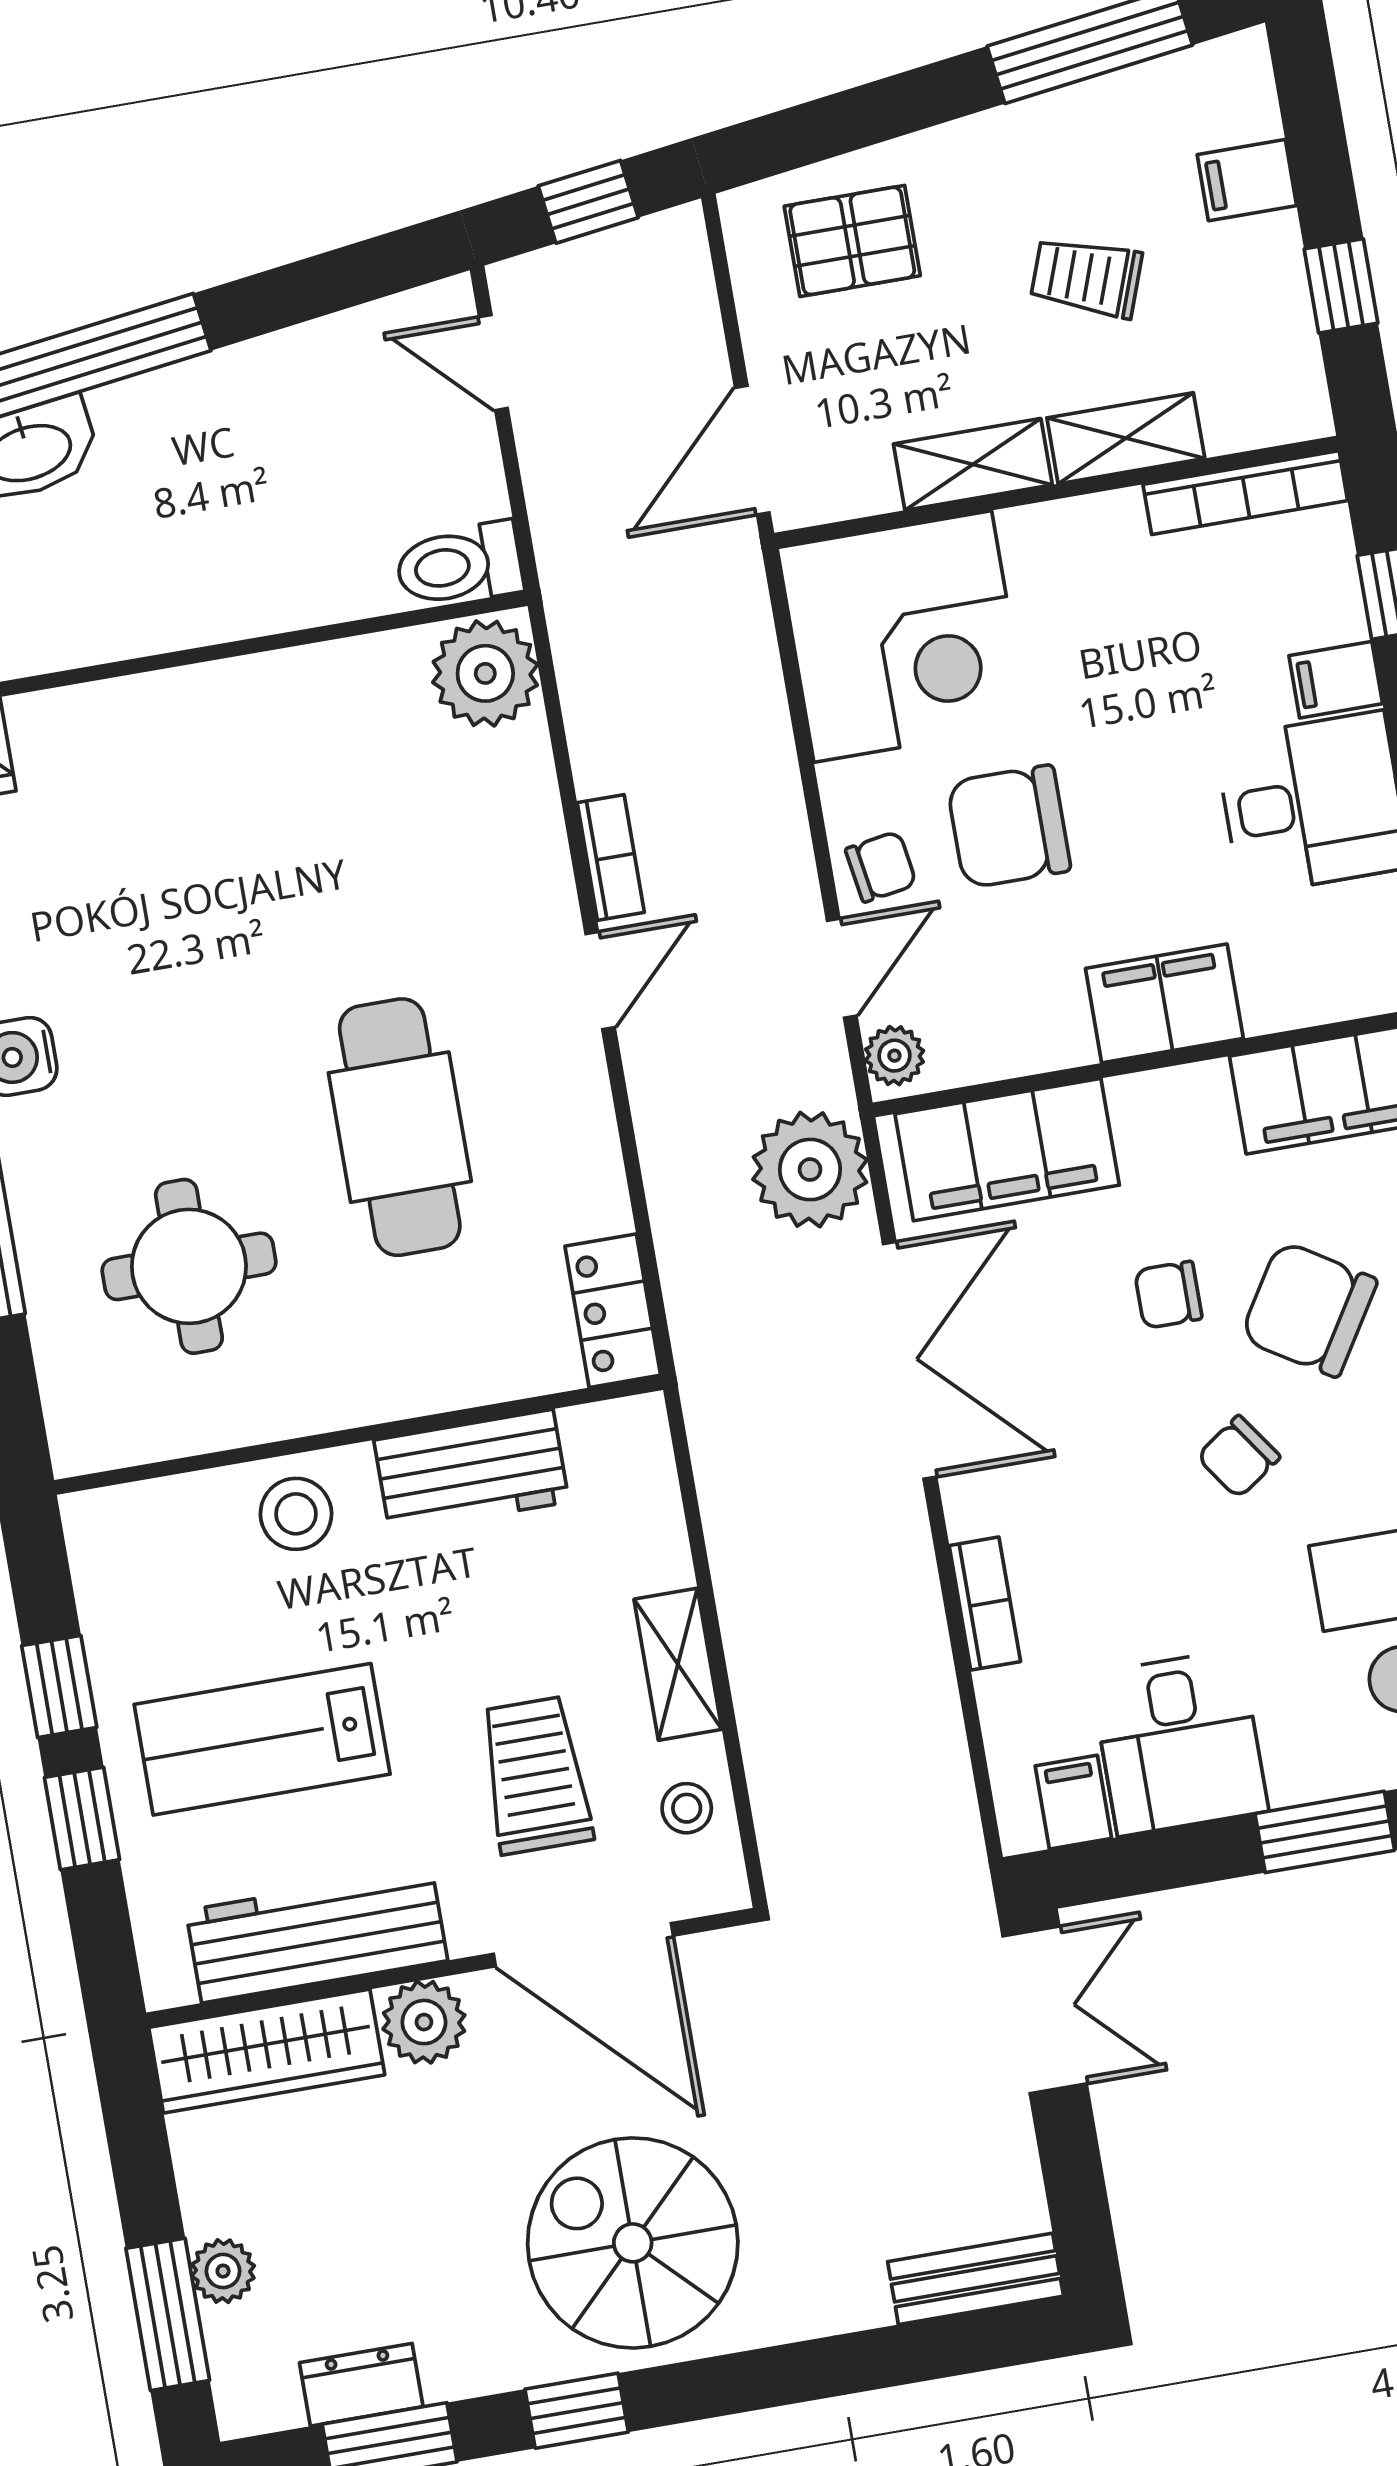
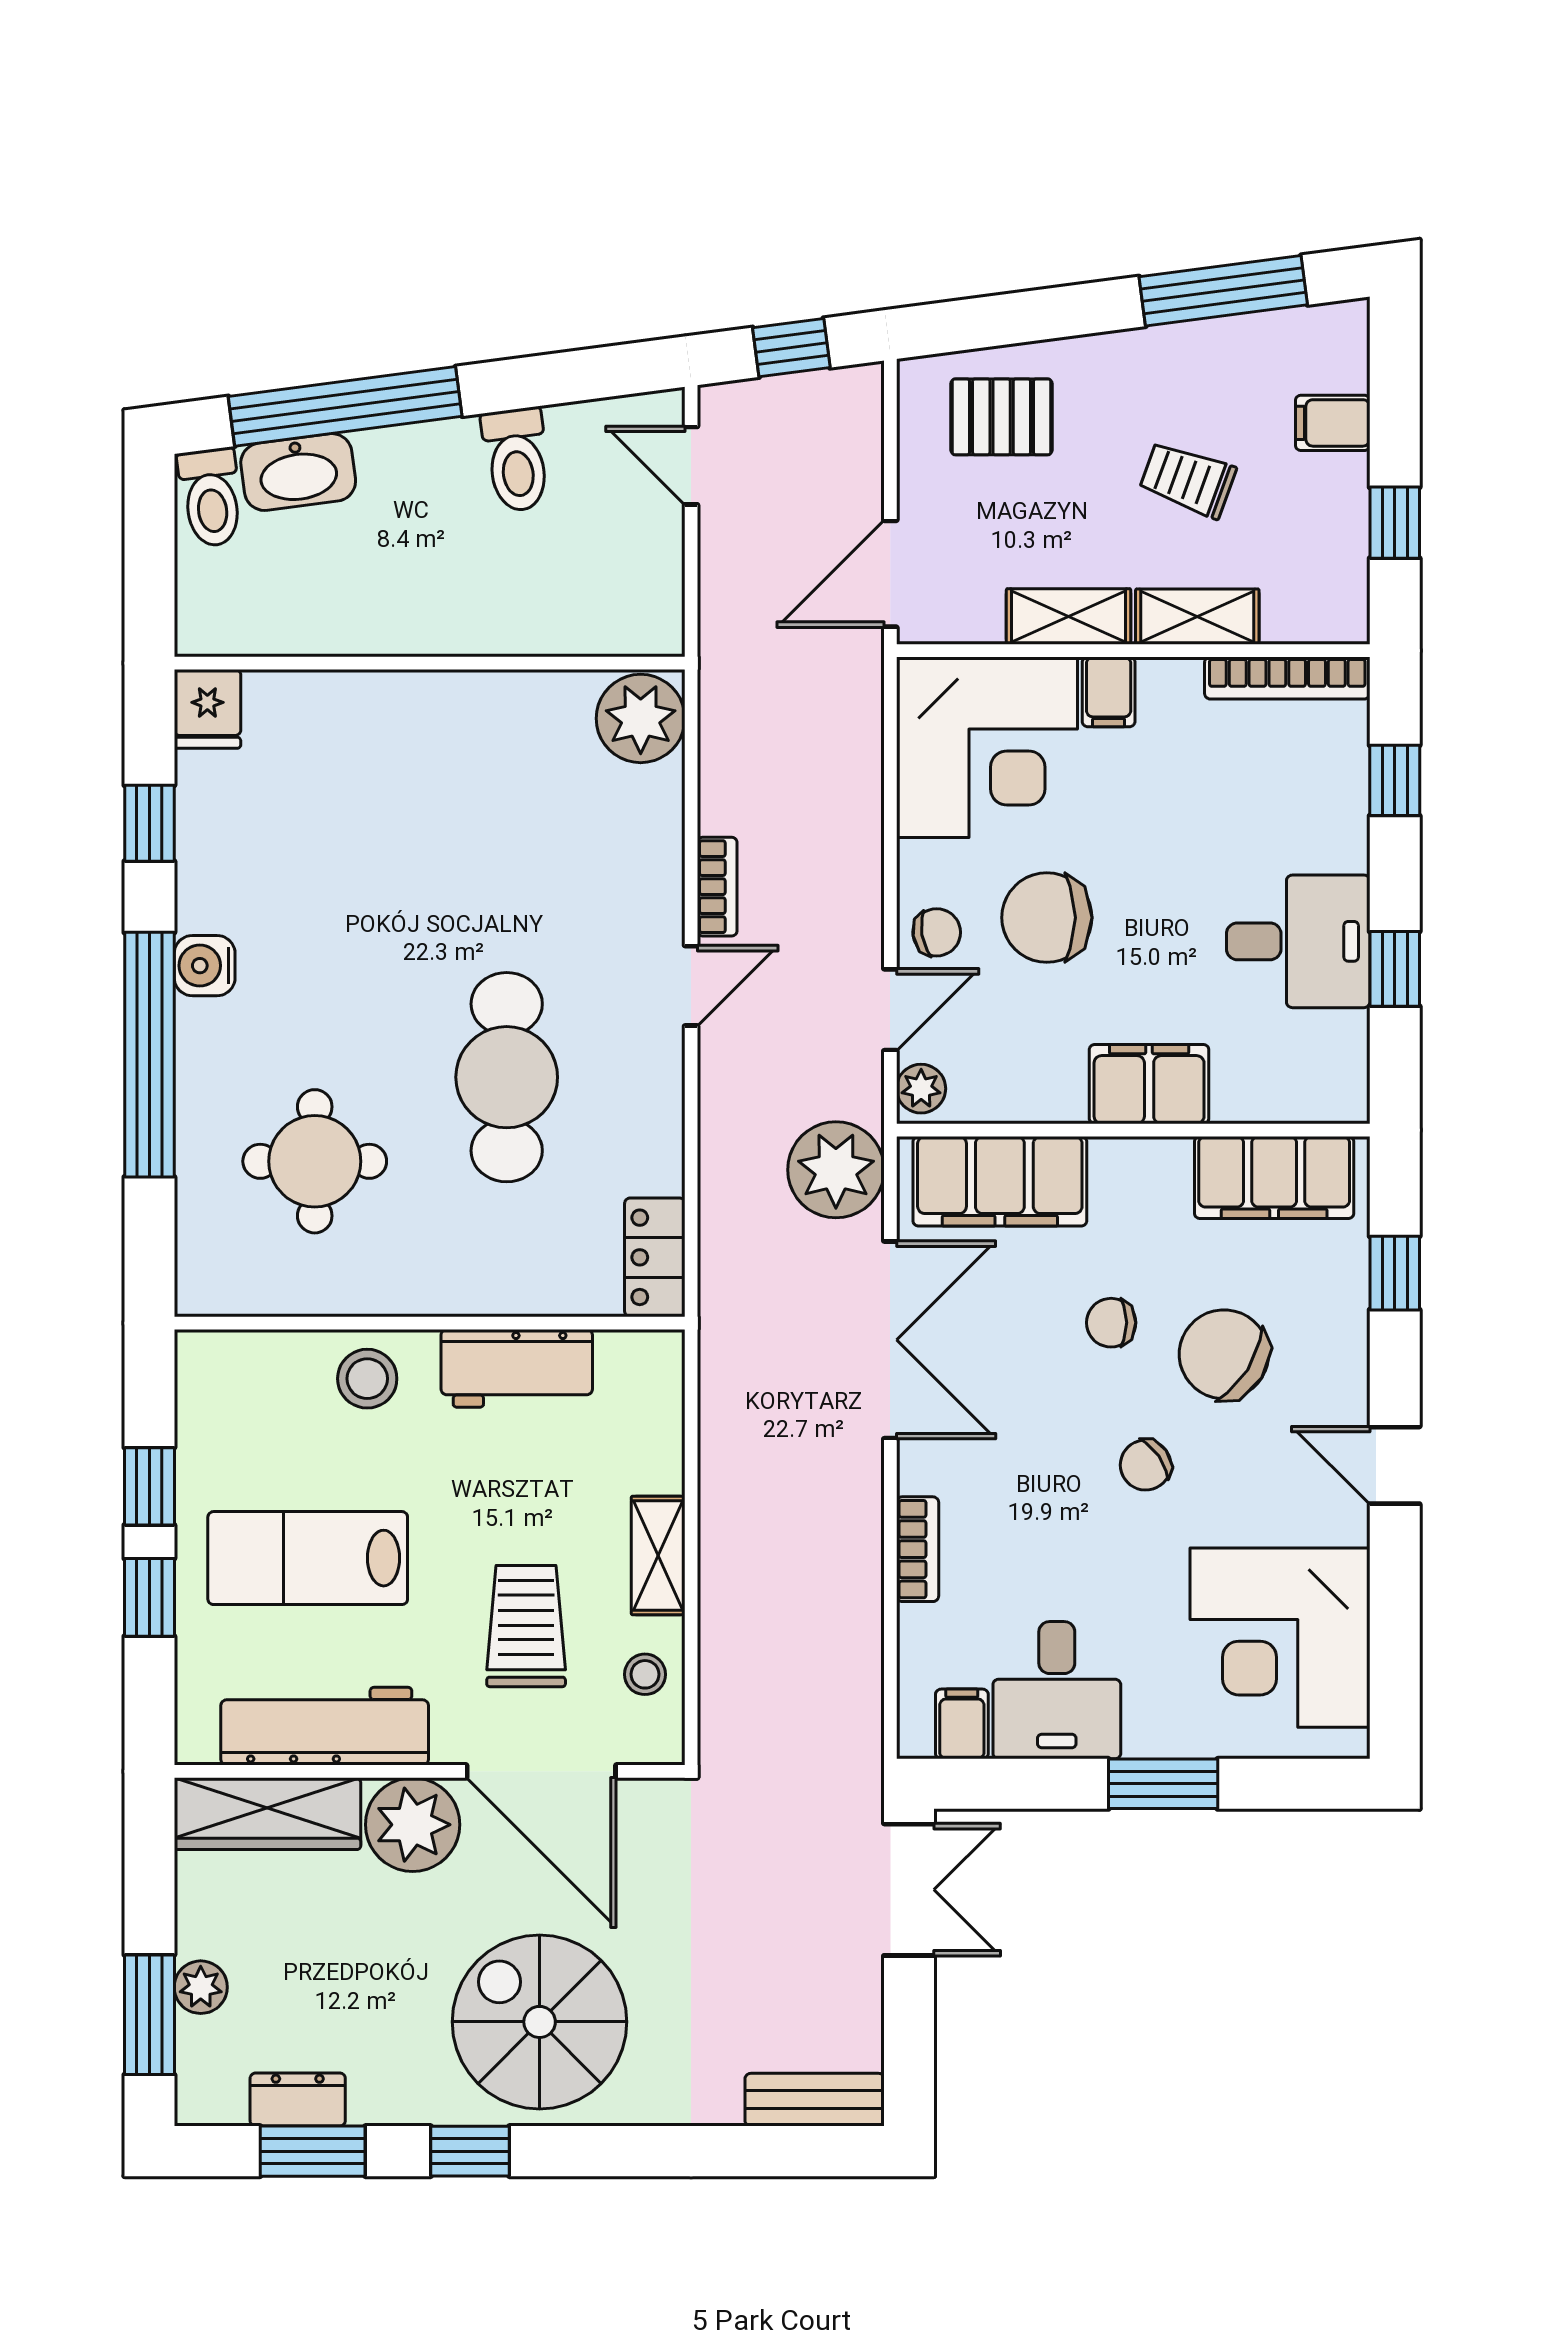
toilet: (459, 565) -> (516, 460), moved, turned -97
filing cabinet: (1336, 680) -> (1109, 692), moved, turned -90
plant: (424, 2022) -> (413, 1825), width x1.36, depth x1.36

